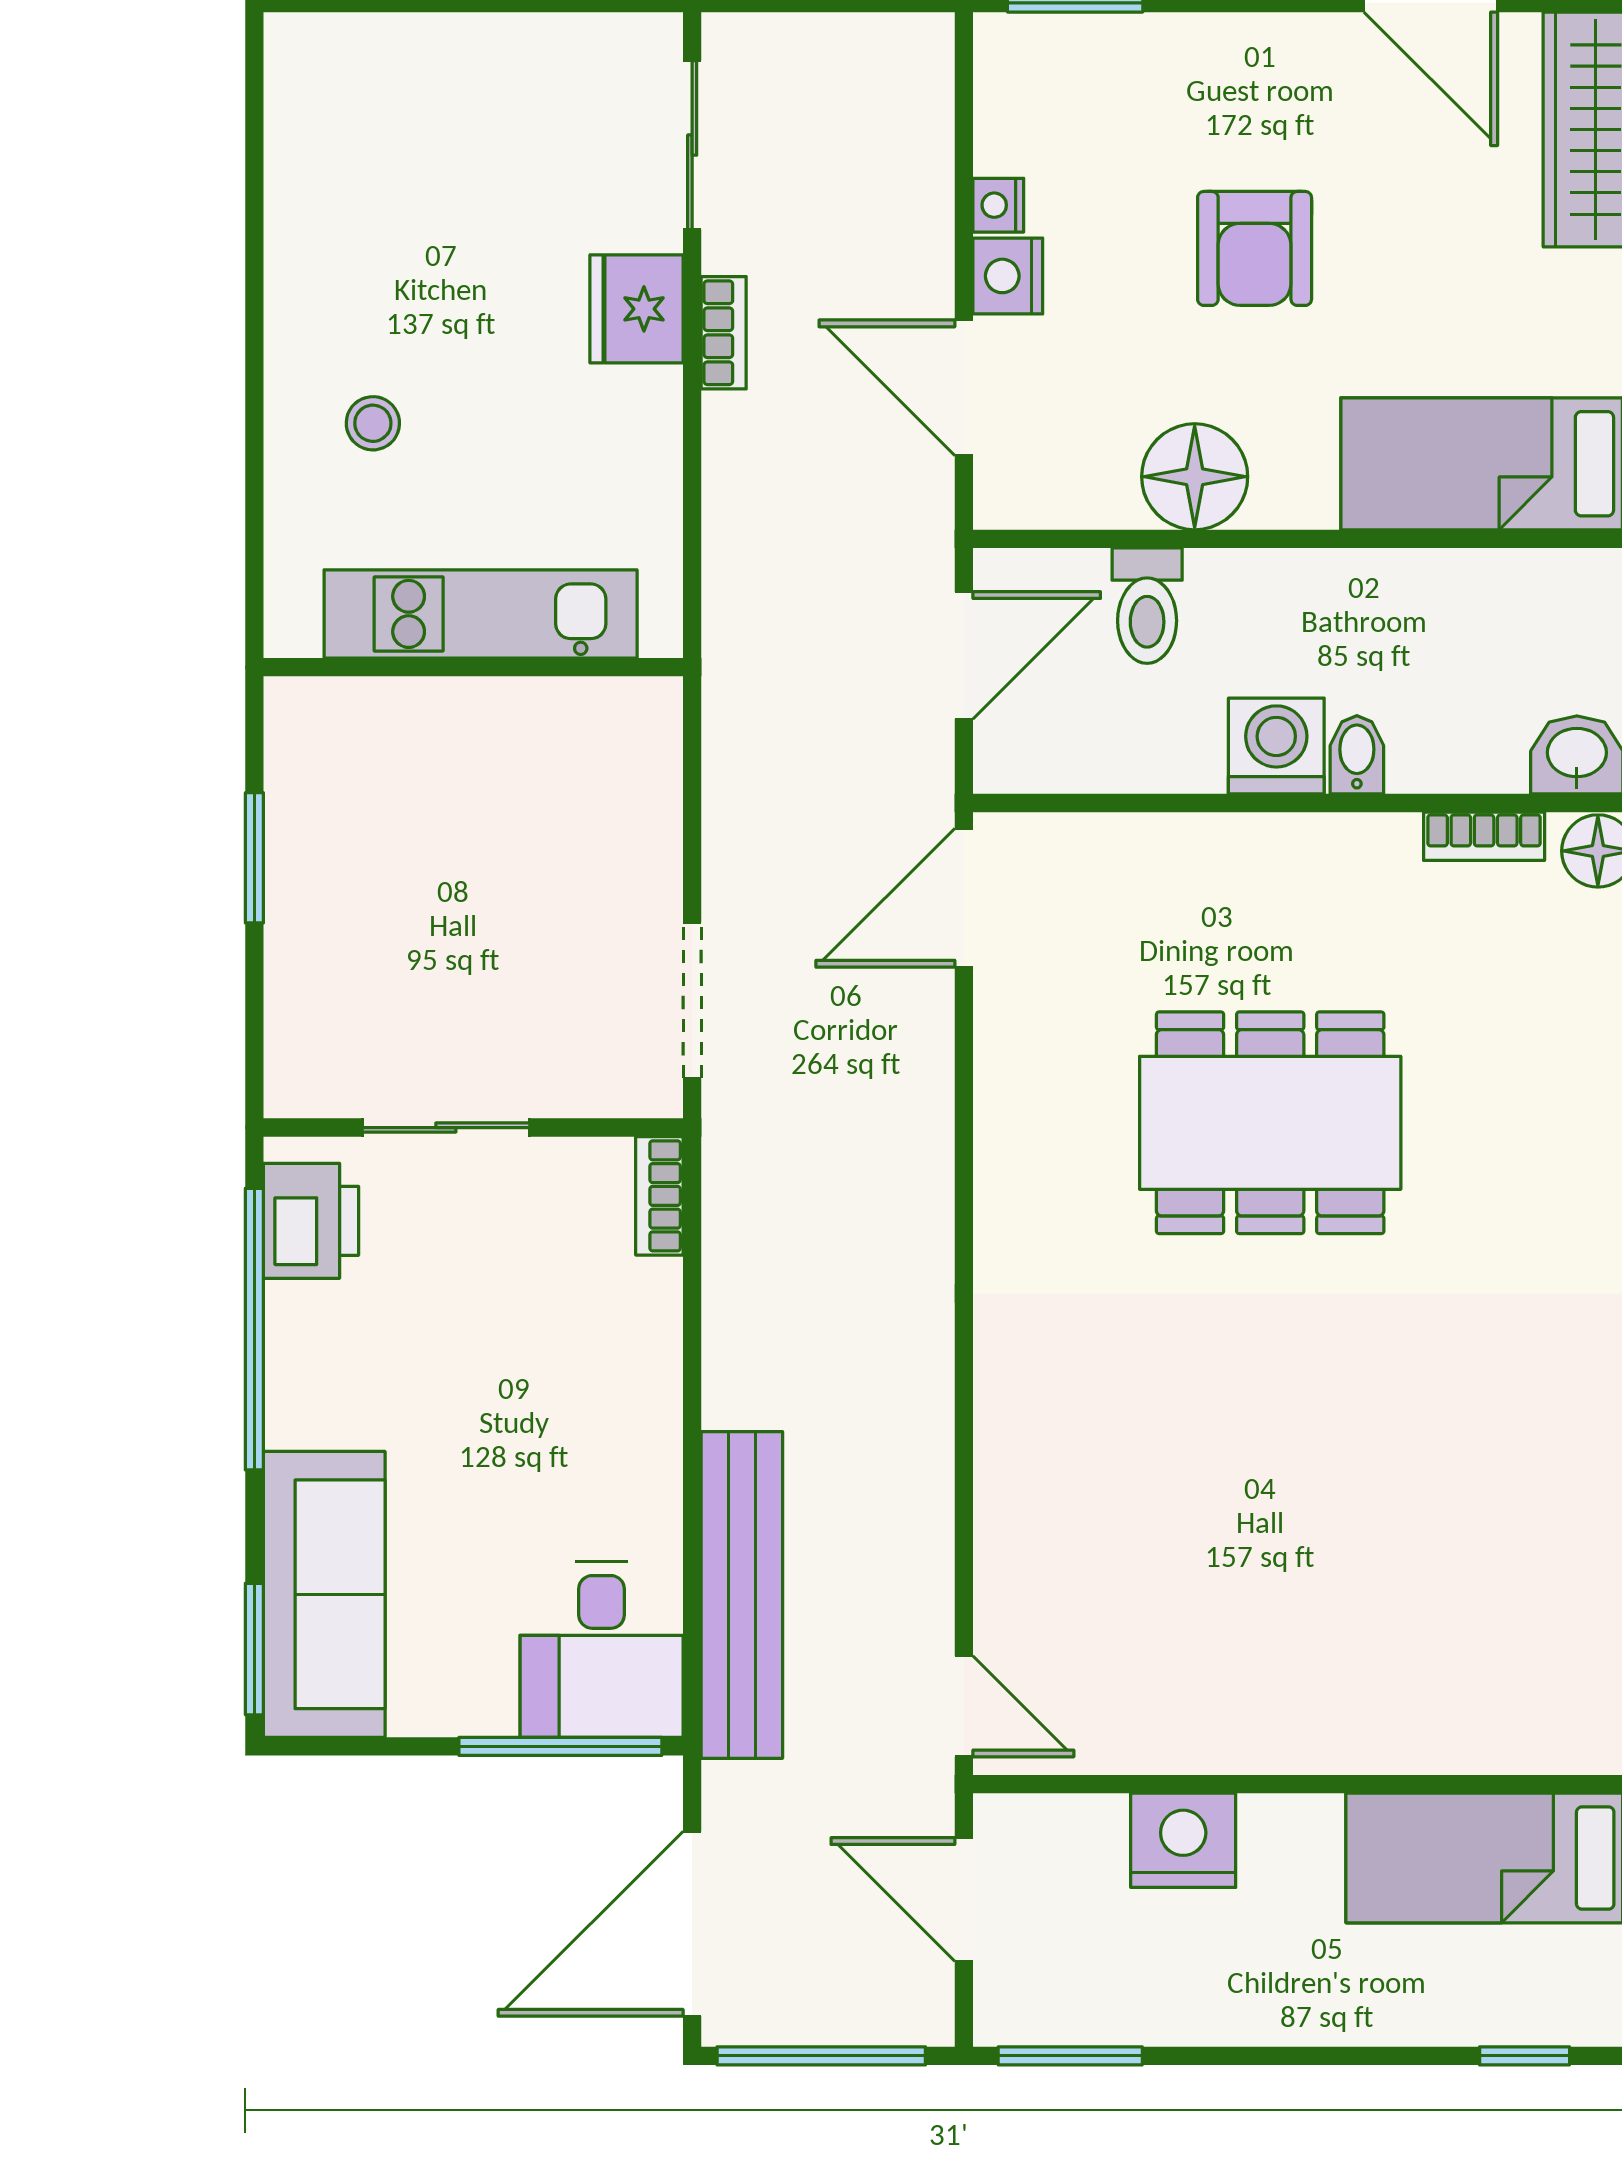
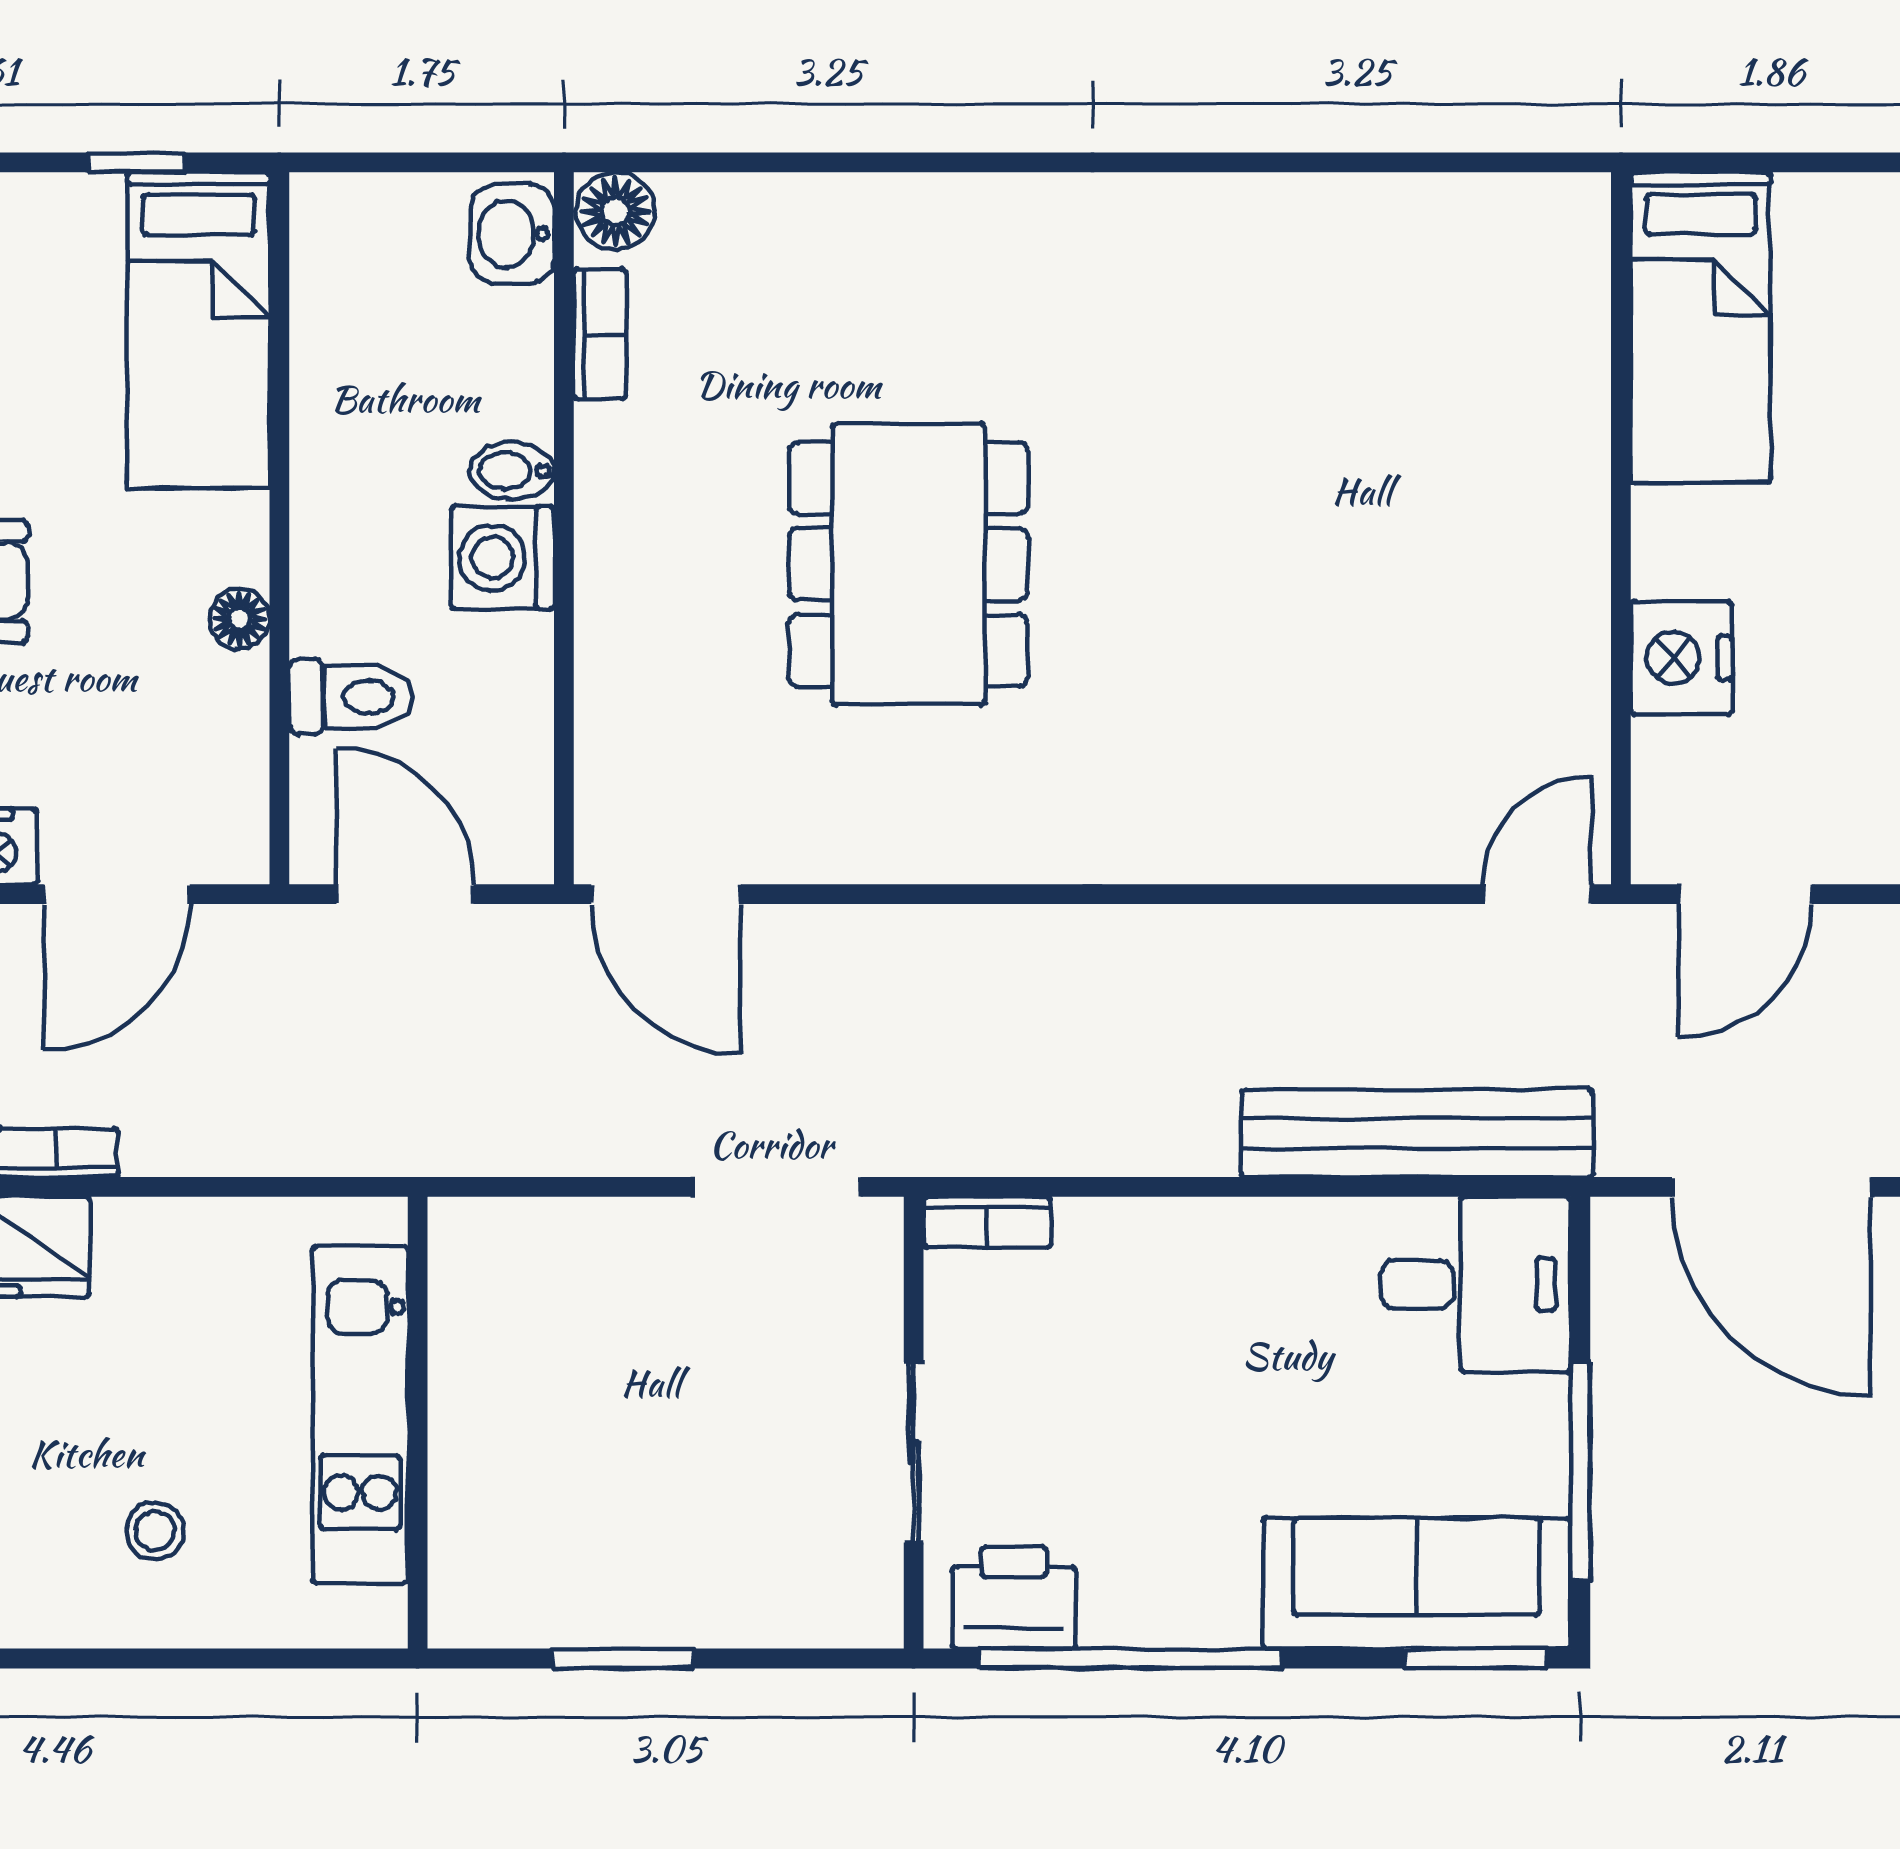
floor lamp: (1195, 477) -> (239, 619), width x0.53, depth x0.53
window: (560, 1746) -> (1580, 1471), moved

